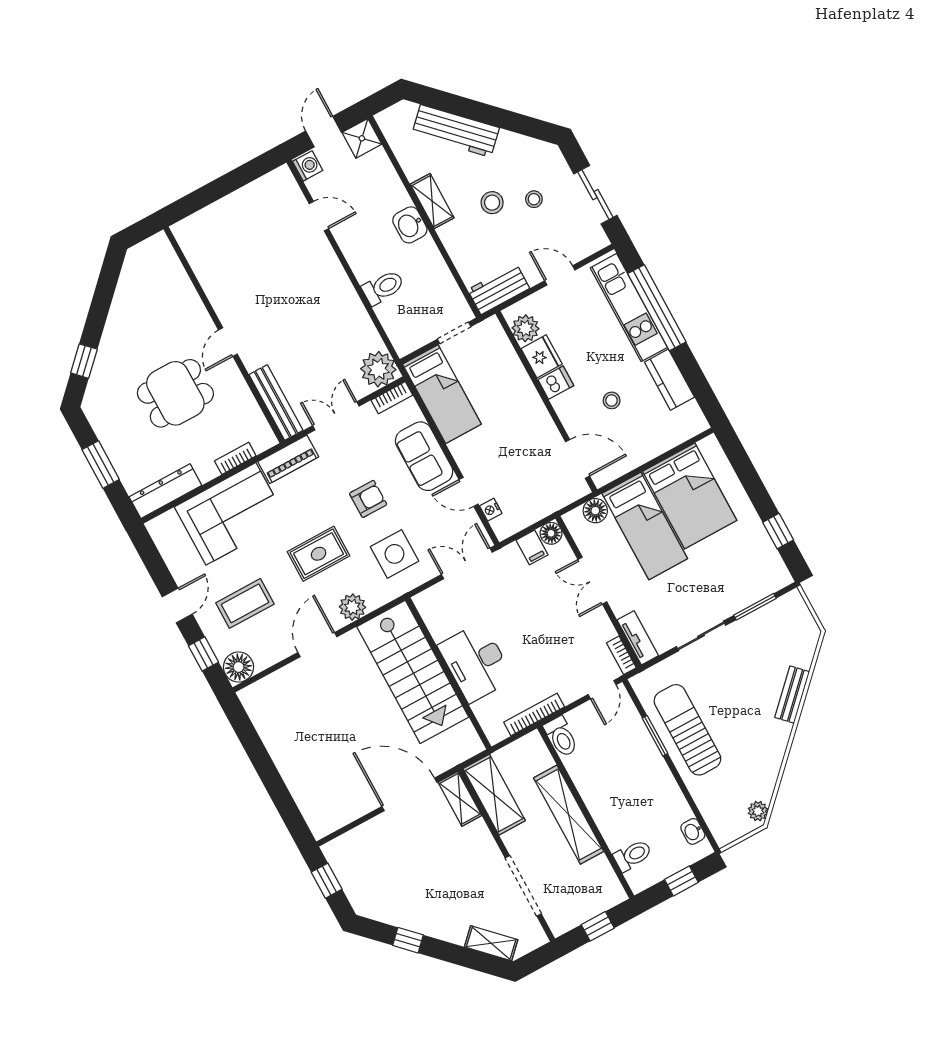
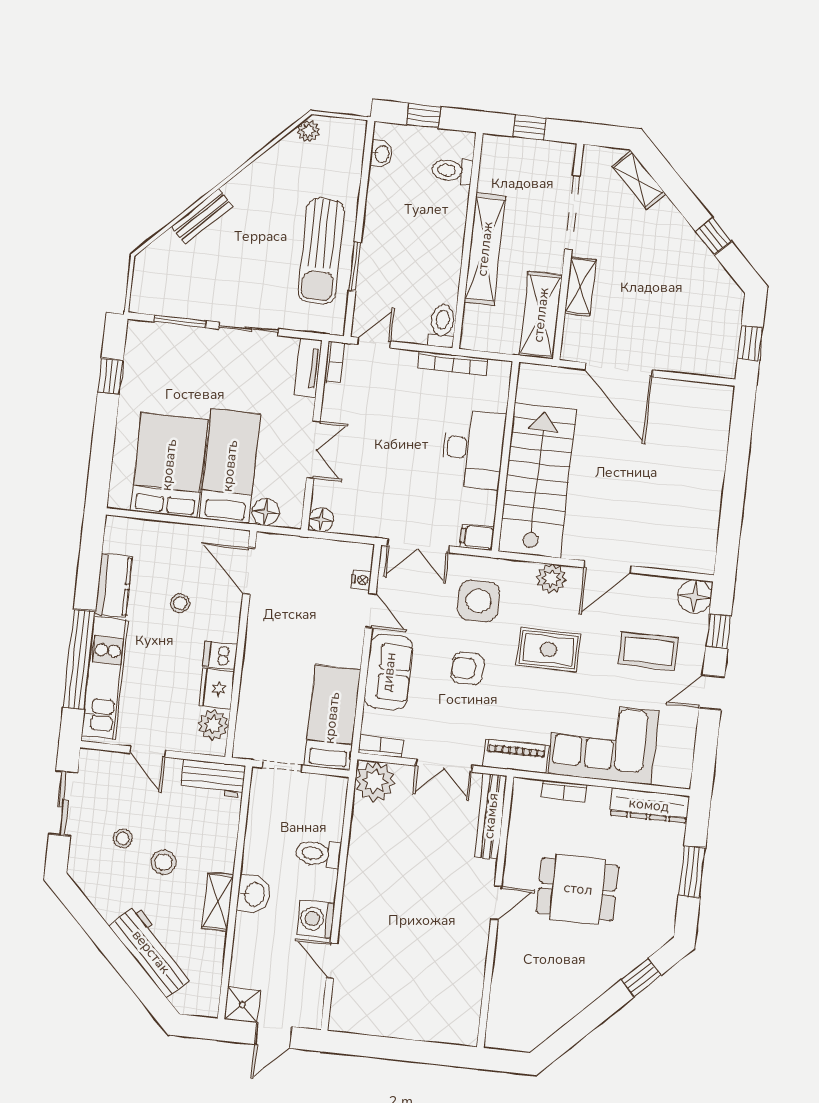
washing machine: (308, 166) -> (316, 919), moved, width x1.38, depth x1.38
filing cabinet: (532, 547) -> (477, 537), moved, turned -90
shelving: (460, 799) -> (580, 287), moved

